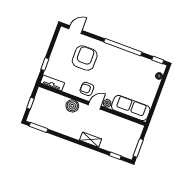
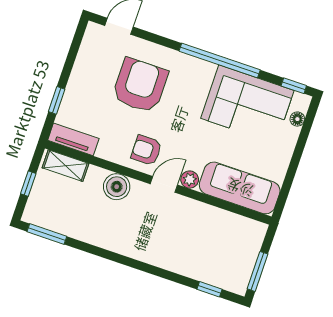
corner sofa: (135, 68) -> (247, 104), added
shelving: (91, 140) -> (65, 166), moved

